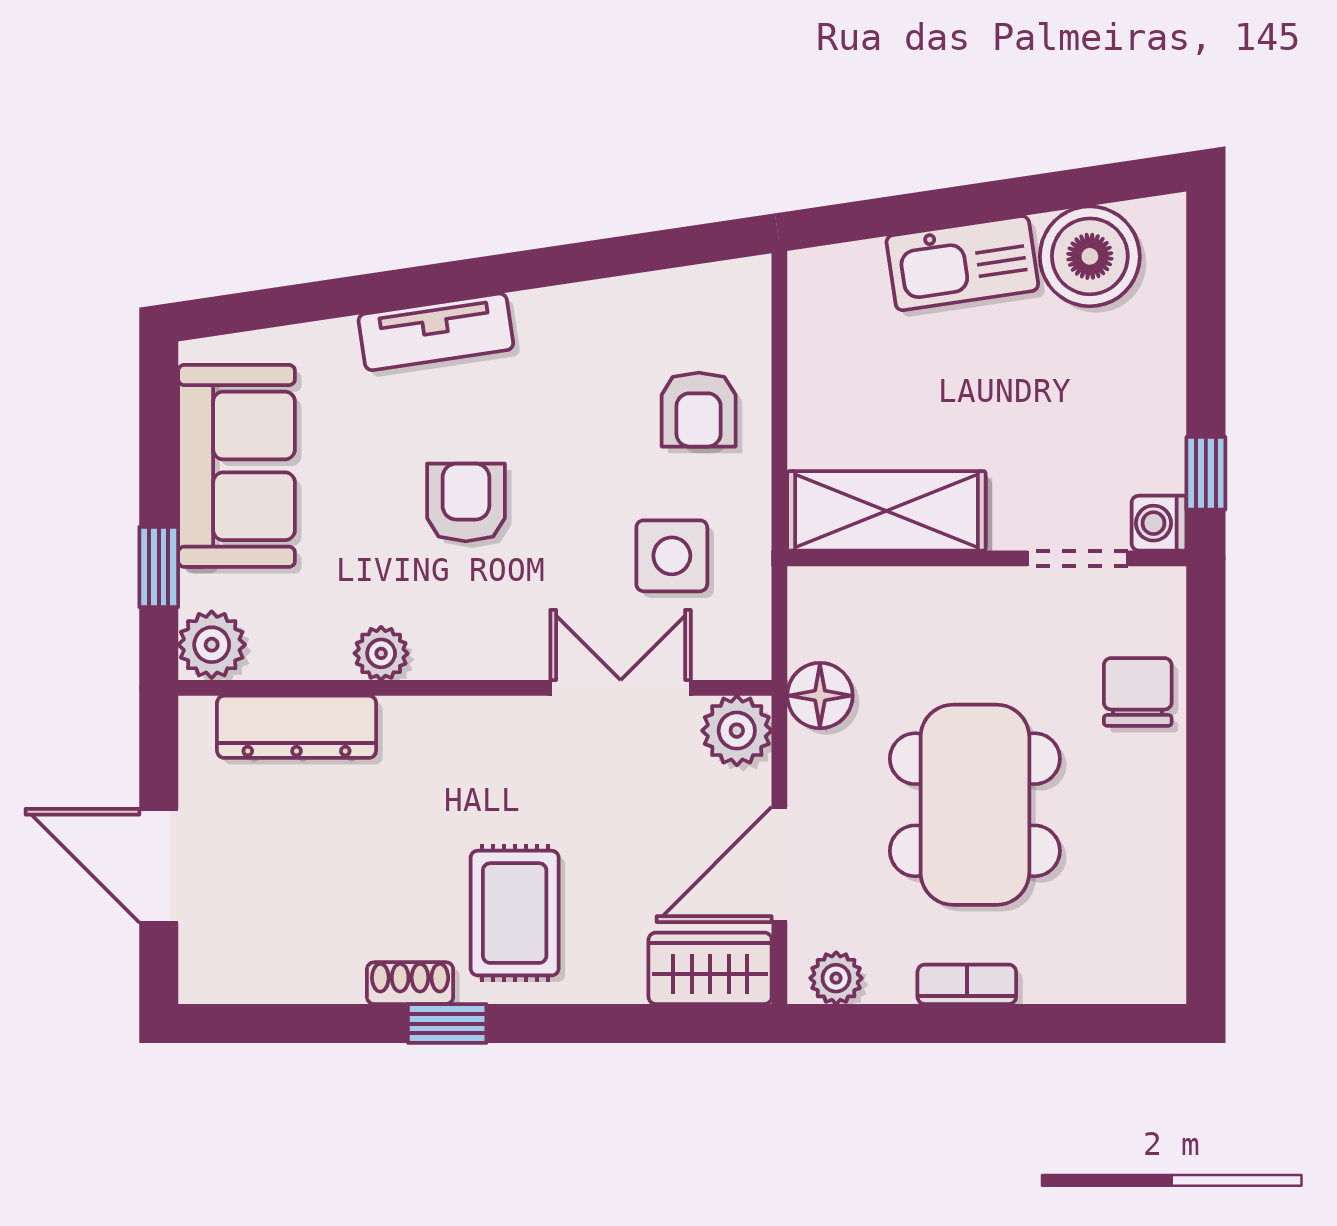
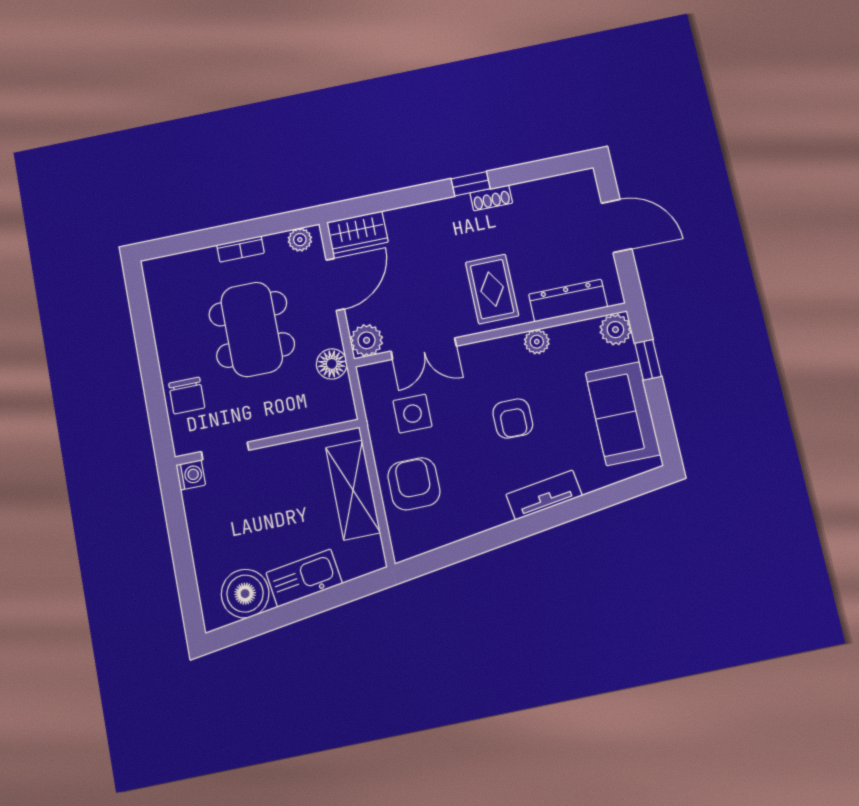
armchair: (699, 410) -> (414, 484), width x1.38, depth x1.38
window: (1206, 473) -> (173, 502), removed
shelving: (886, 511) -> (353, 490), moved, turned 90
rug: (515, 913) -> (492, 289), moved

